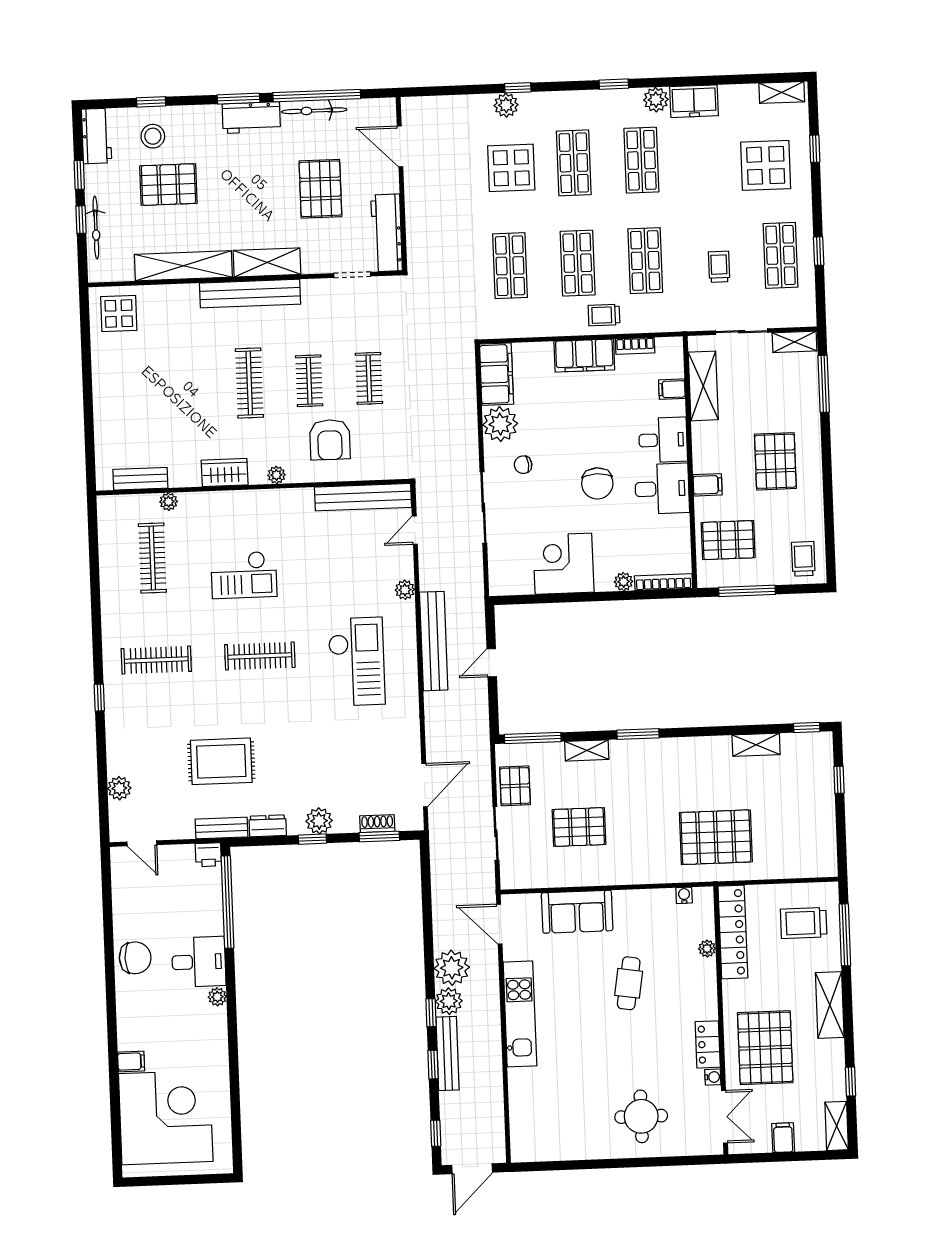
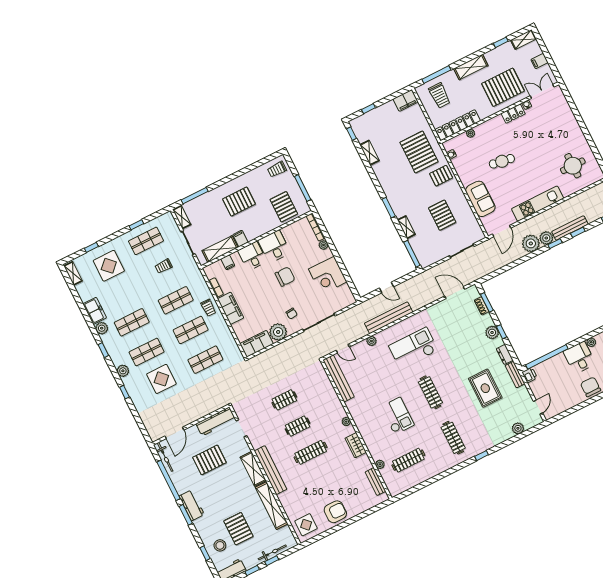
plant: (506, 105) -> (123, 371), moved
bicycle: (314, 111) -> (165, 457), moved
armchair: (330, 440) -> (335, 512), moved
filing cabinet: (708, 485) -> (240, 239), moved
pallet: (515, 786) -> (441, 176), moved
filing cabinet: (823, 856) -> (406, 100), added
round table: (641, 1116) -> (573, 166), moved

